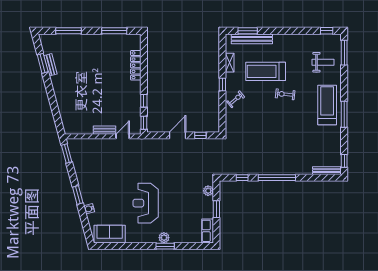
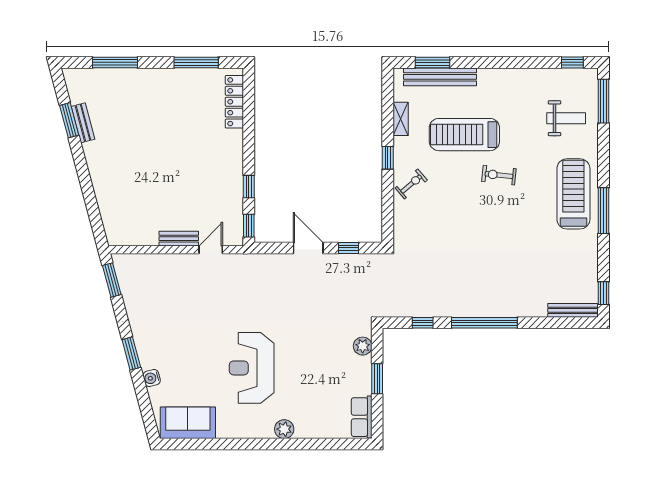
locker: (136, 65) -> (234, 102), moved
door: (177, 135) -> (308, 248), hinge flipped
window: (165, 246) -> (286, 444), removed

